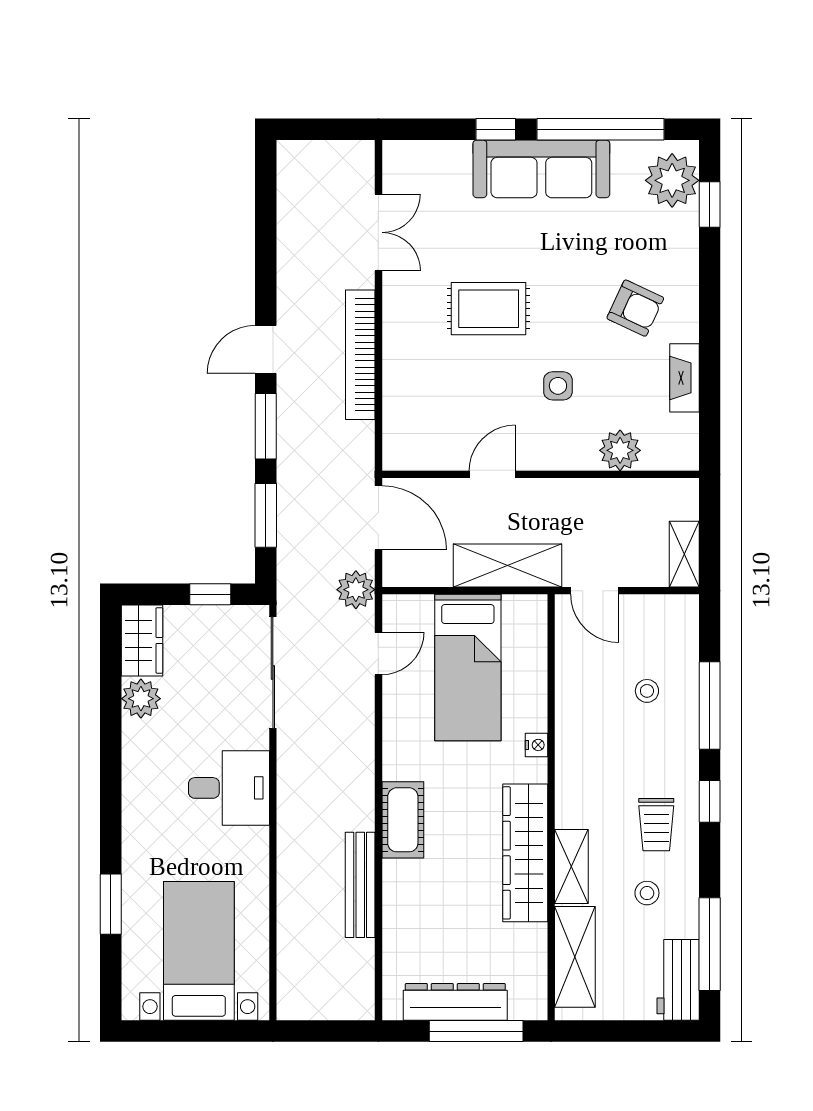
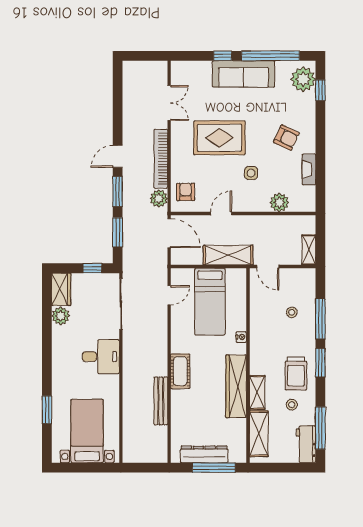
rug: (489, 309) -> (219, 138), width x1.36, depth x1.43
armchair: (415, 427) -> (186, 192), added
plant: (356, 590) -> (159, 198), moved
window: (710, 801) -> (320, 363), width x1.50
trolley: (656, 825) -> (296, 373), width x1.36, depth x1.39

